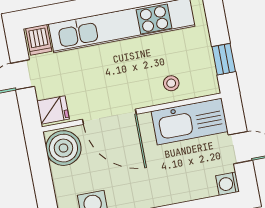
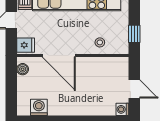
kitchen sink: (190, 121) -> (107, 68), removed
boiler: (63, 148) -> (23, 69), width x0.54, depth x0.54

